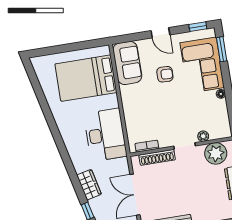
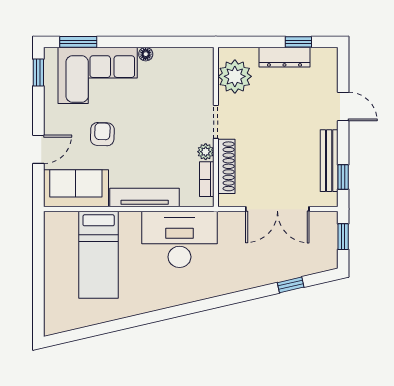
door: (160, 33) -> (38, 149), moved
bed: (86, 78) -> (99, 255), width x0.67
tv unit: (128, 108) -> (145, 198), added
plant: (203, 136) -> (206, 152), moved
wardrobe: (89, 185) -> (251, 276), removed

